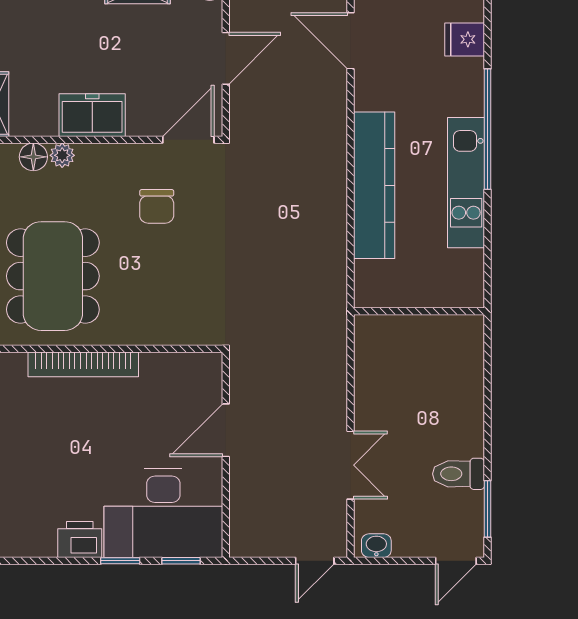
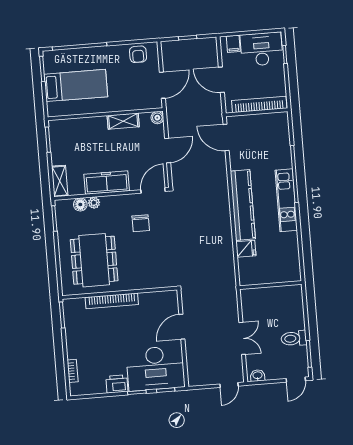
fridge: (465, 39) -> (246, 249), moved, turned 180
freezer: (92, 115) -> (107, 183), width x1.40
wall: (419, 311) -> (271, 285), moved

